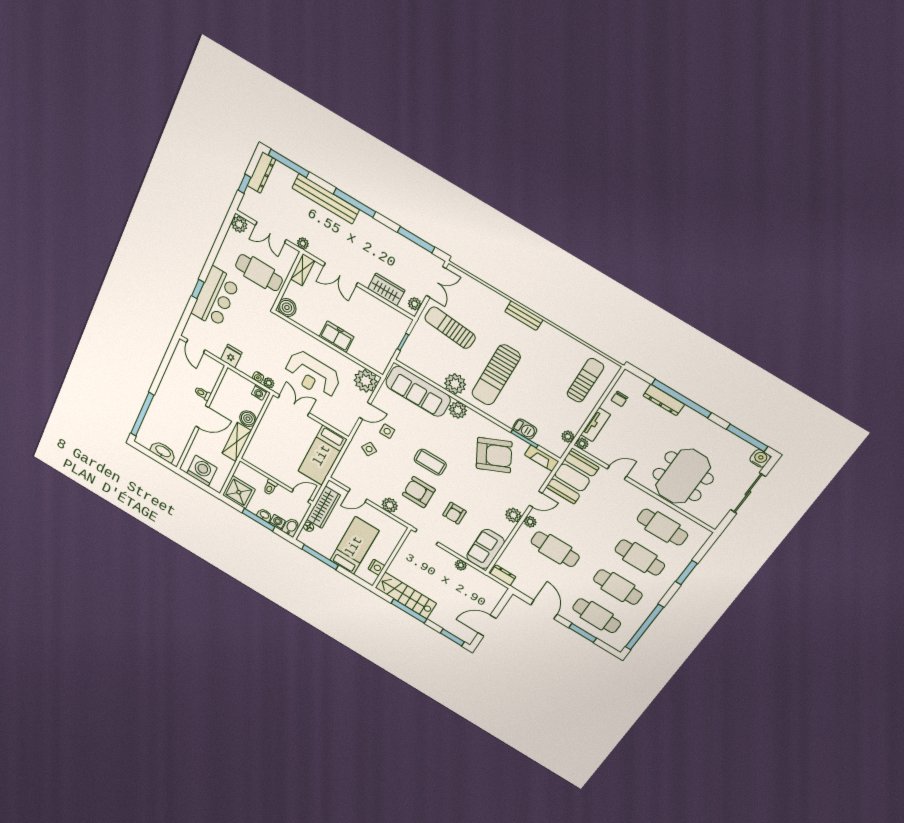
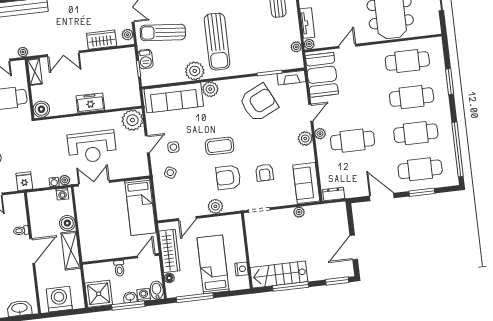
barbecue: (525, 429) -> (145, 59), moved, turned 90

